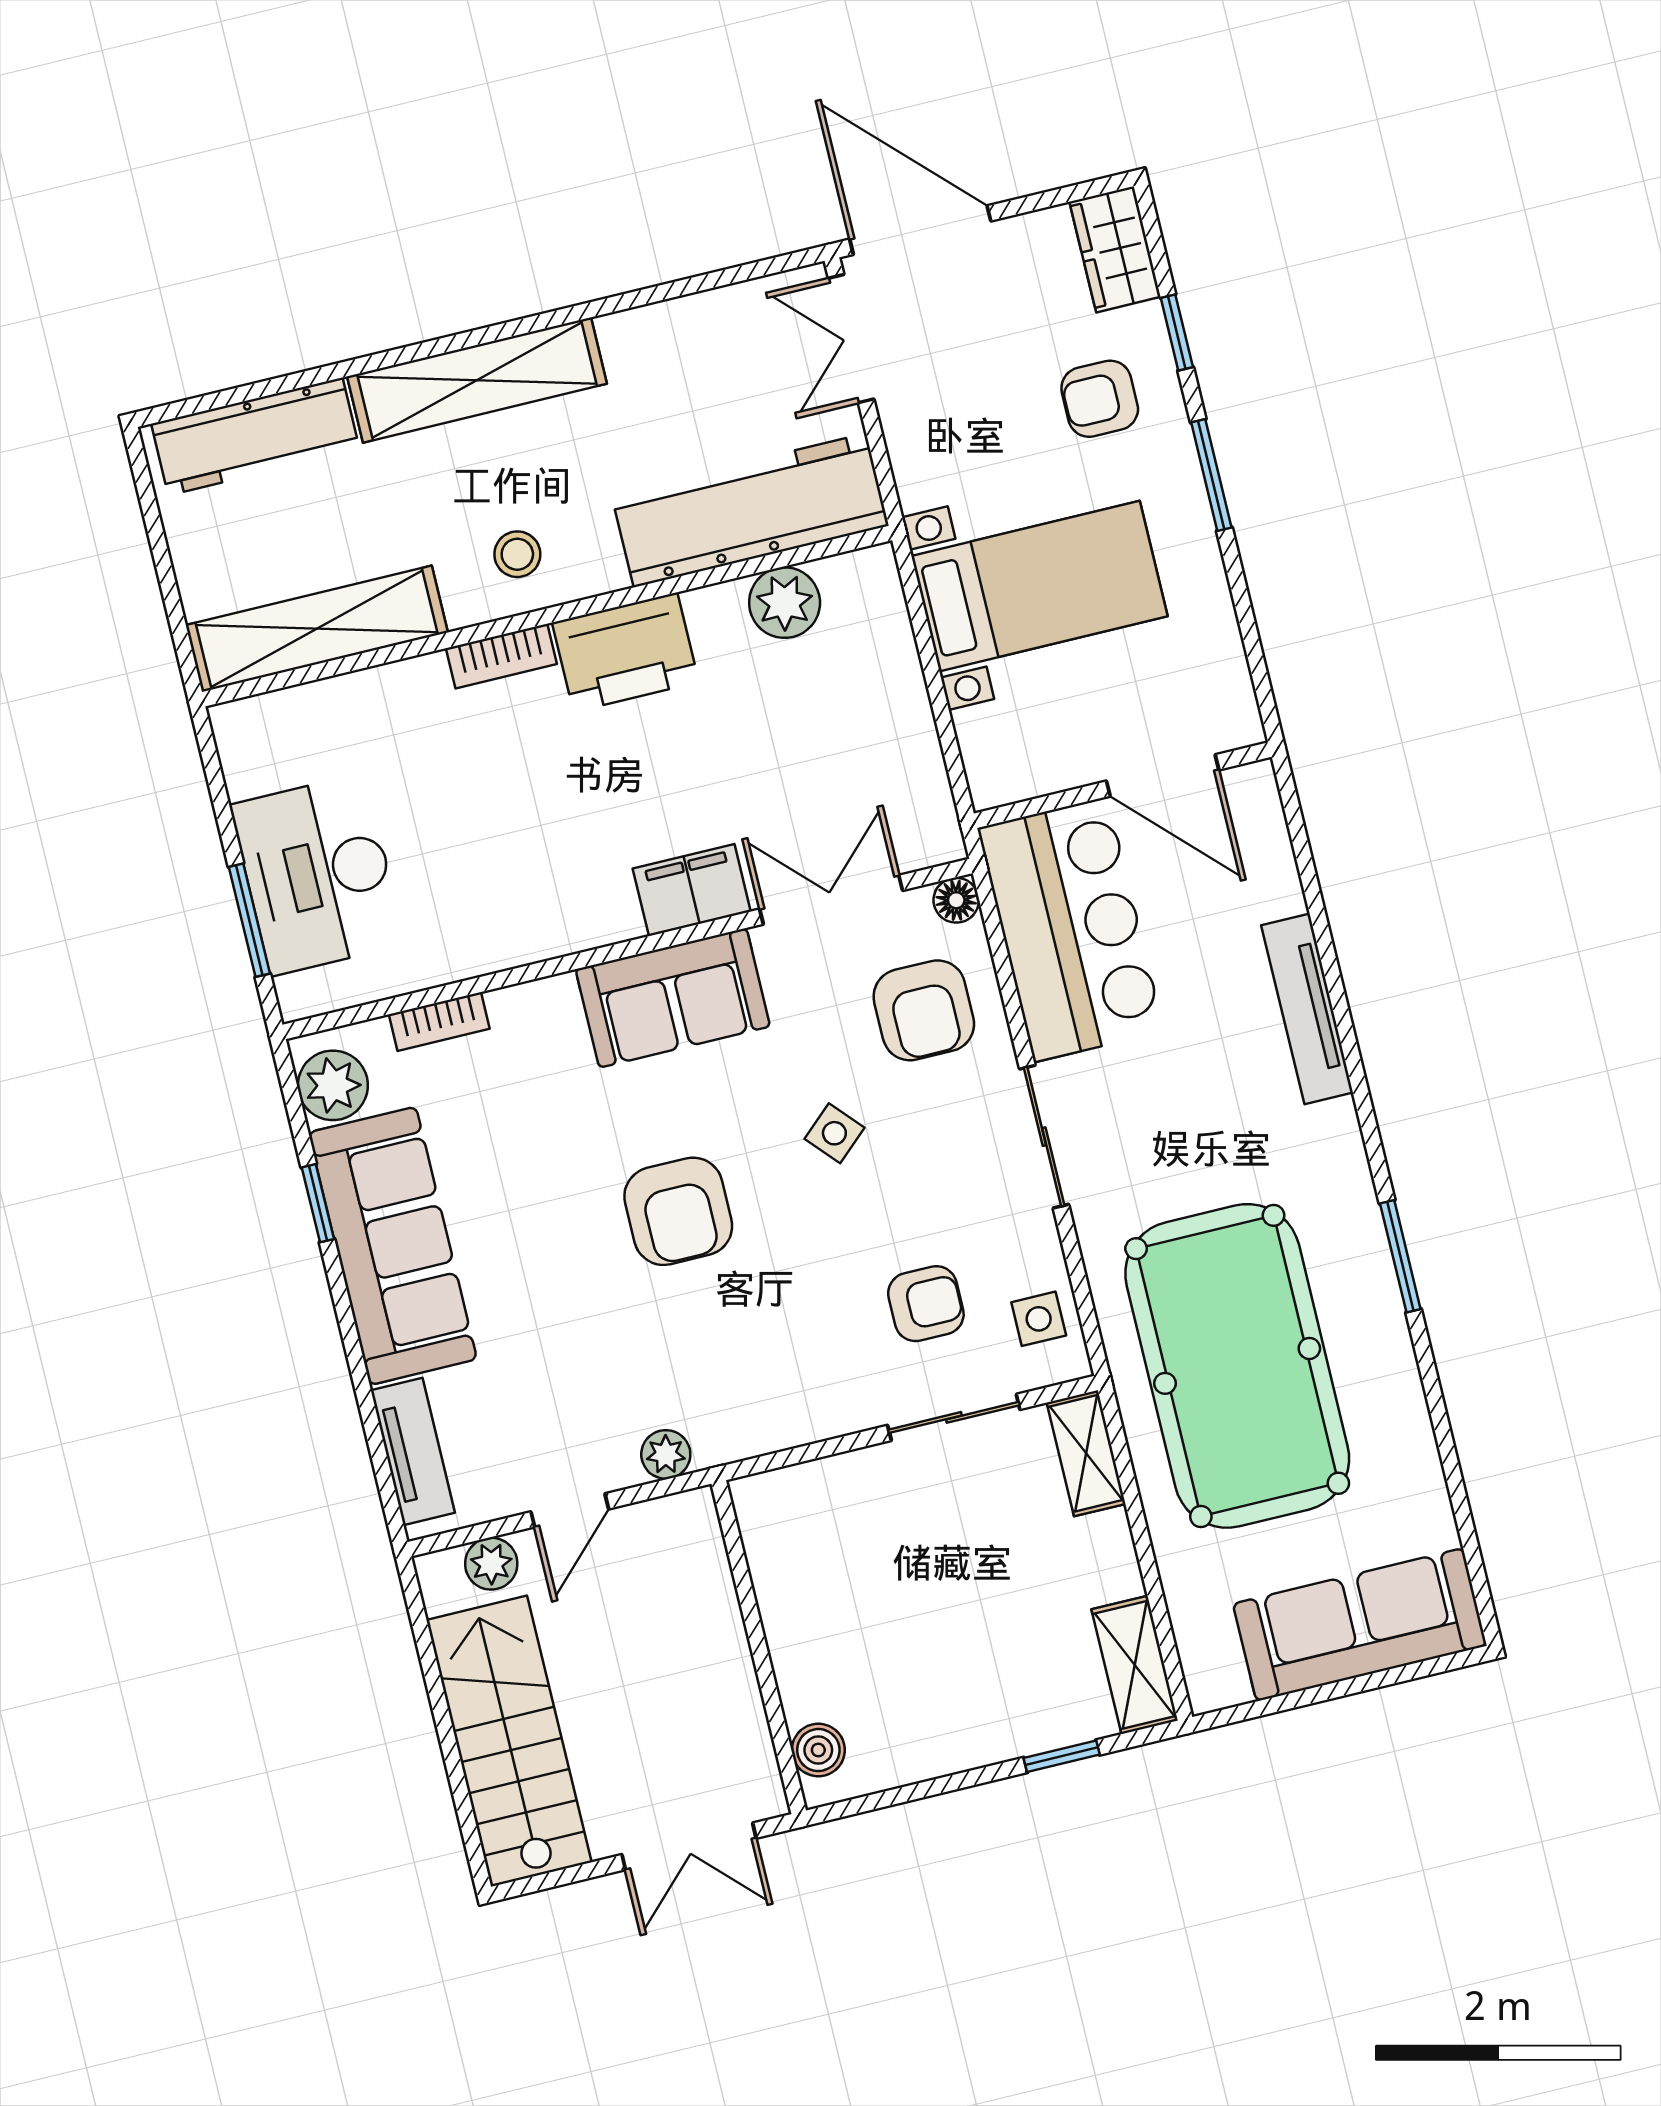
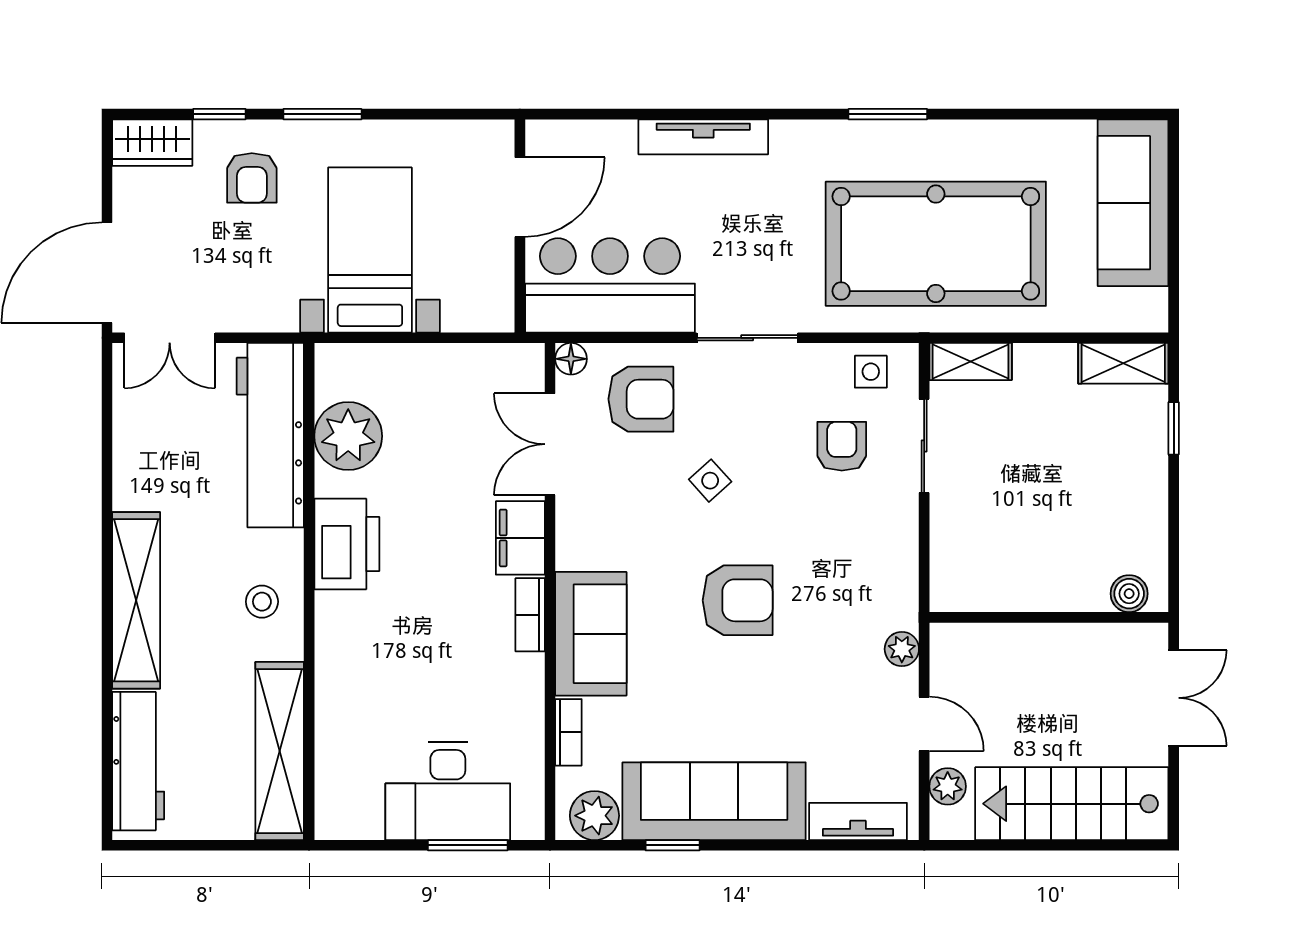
plant: (785, 603) -> (348, 436), width x1.36, depth x1.36
bookcase: (501, 656) -> (530, 615), moved, turned 180
sofa: (673, 998) -> (591, 634), moved

